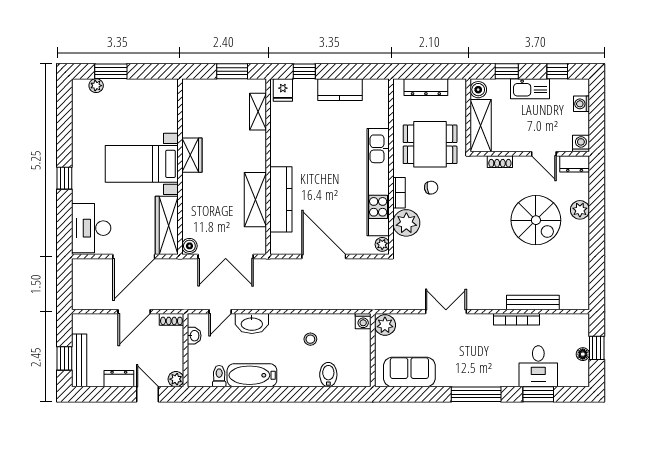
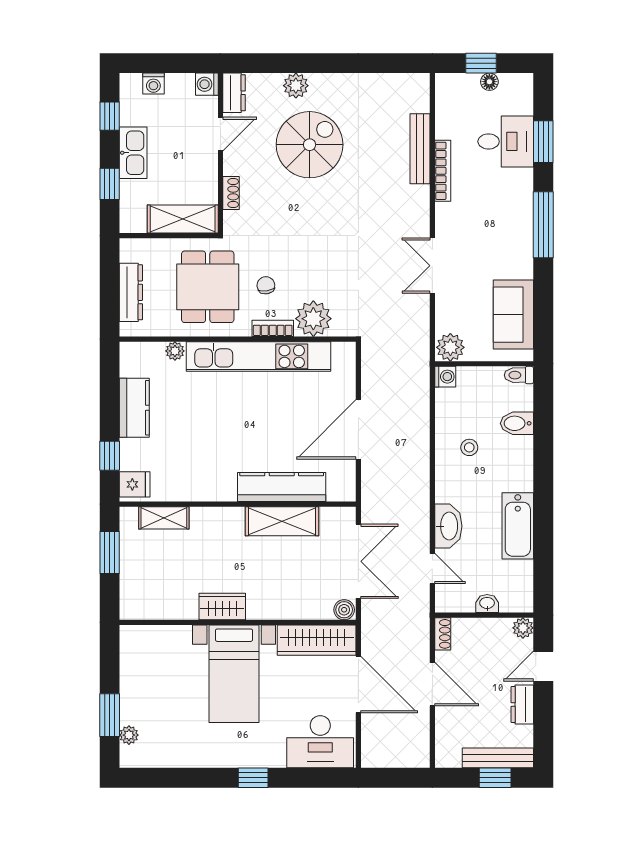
boiler: (478, 90) -> (134, 222), removed
plant: (382, 244) -> (175, 351), moved
washbasin: (194, 336) -> (487, 603), moved
toilet: (219, 376) -> (519, 375), moved

